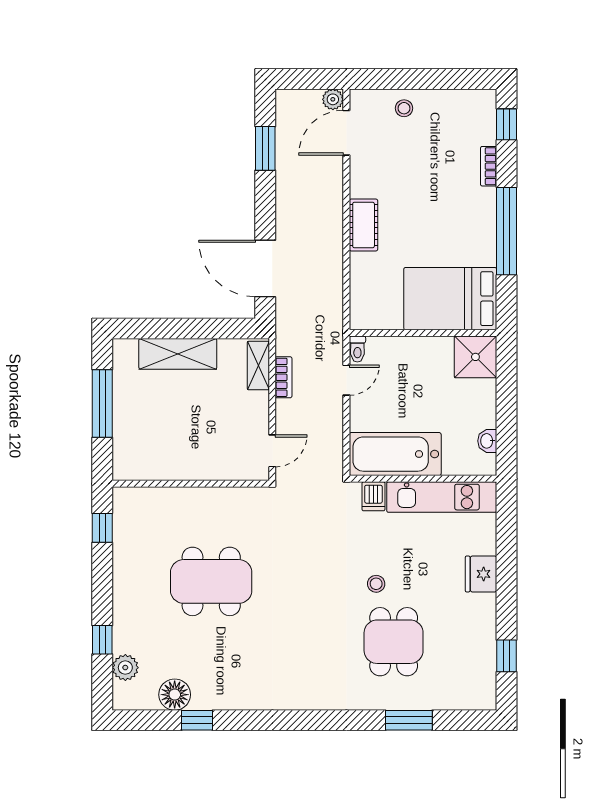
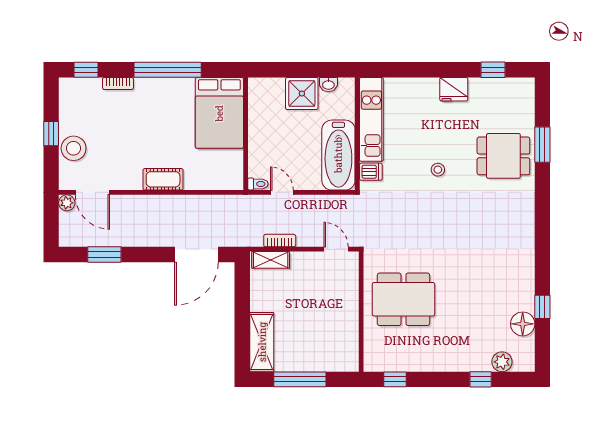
window: (423, 79) -> (51, 134), added
stool: (404, 108) -> (74, 148), width x1.89, depth x1.89
shelving: (178, 354) -> (262, 342), moved
shower: (475, 357) -> (302, 94), moved
fridge: (481, 574) -> (454, 89), moved
dining table: (211, 581) -> (403, 299), moved, turned 90
dining table: (394, 642) -> (503, 156), moved

